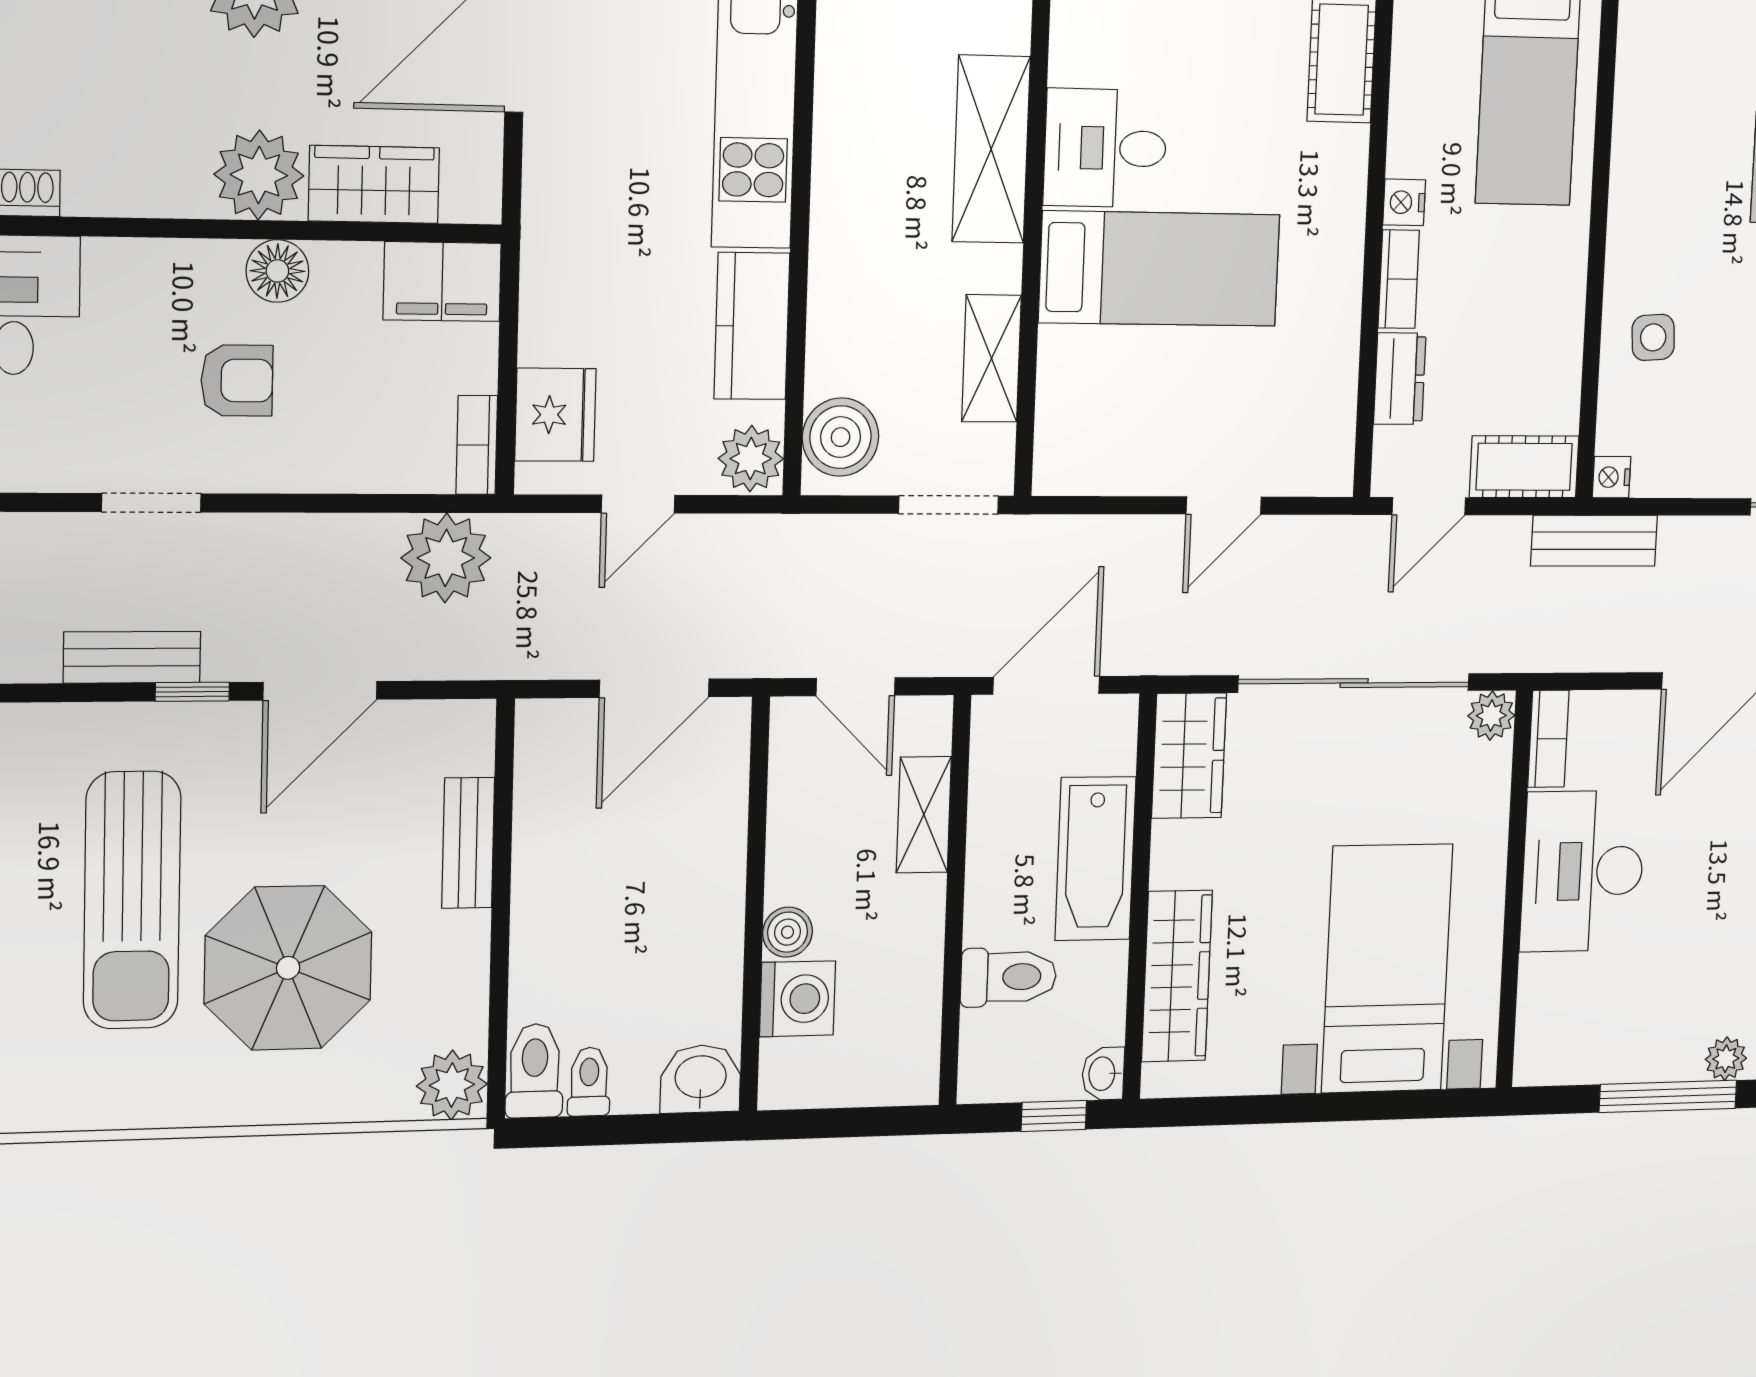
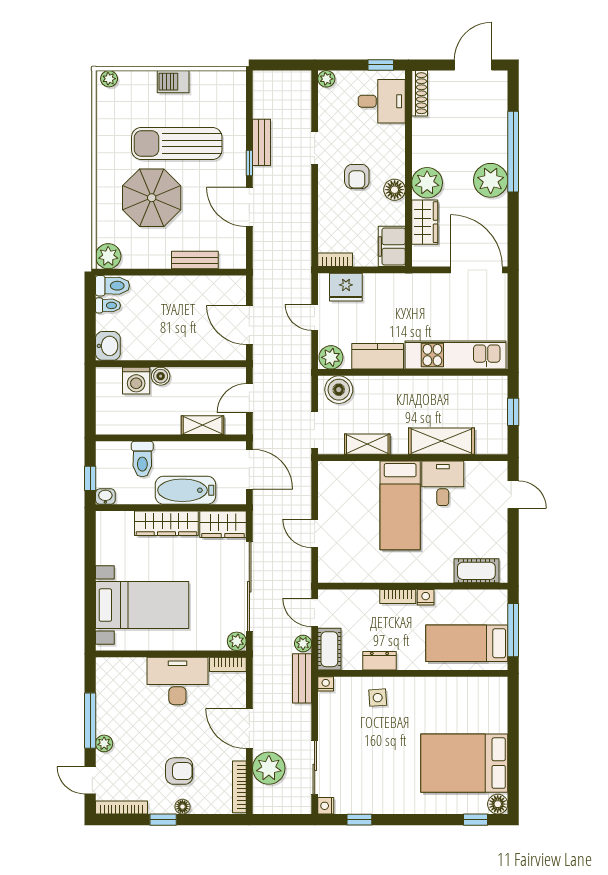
dresser: (1400, 379) -> (379, 661), moved, turned 180
plant: (446, 558) -> (303, 644), moved, width x0.53, depth x0.53
wardrobe: (1177, 976) -> (166, 523), moved

